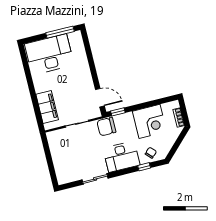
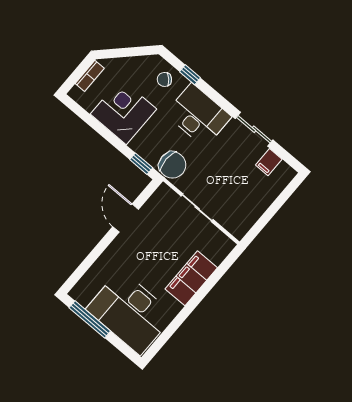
door: (100, 98) -> (126, 218), moved
filing cabinet: (47, 107) -> (191, 278), moved
filing cabinet: (74, 175) -> (269, 162), added

